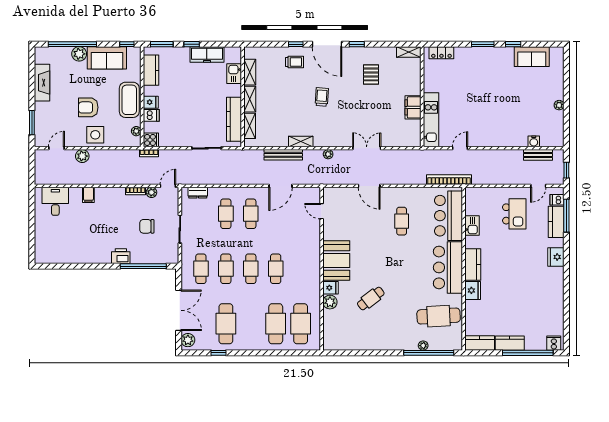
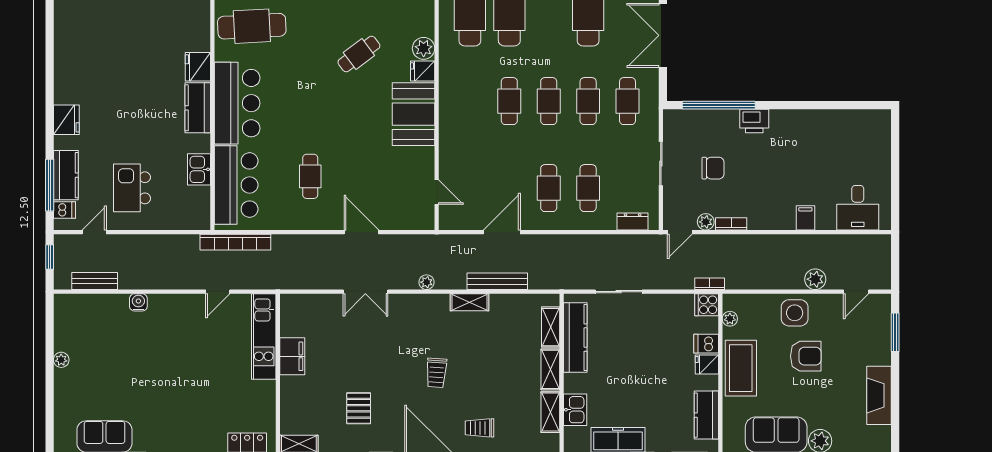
water cooler: (534, 141) -> (138, 302), moved

